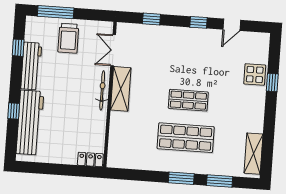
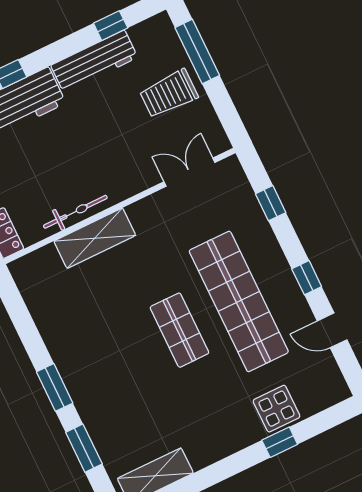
shelving: (121, 89) -> (95, 238), moved
bicycle: (102, 90) -> (75, 212), moved
shop shelf: (186, 138) -> (239, 301), moved, width x1.40

